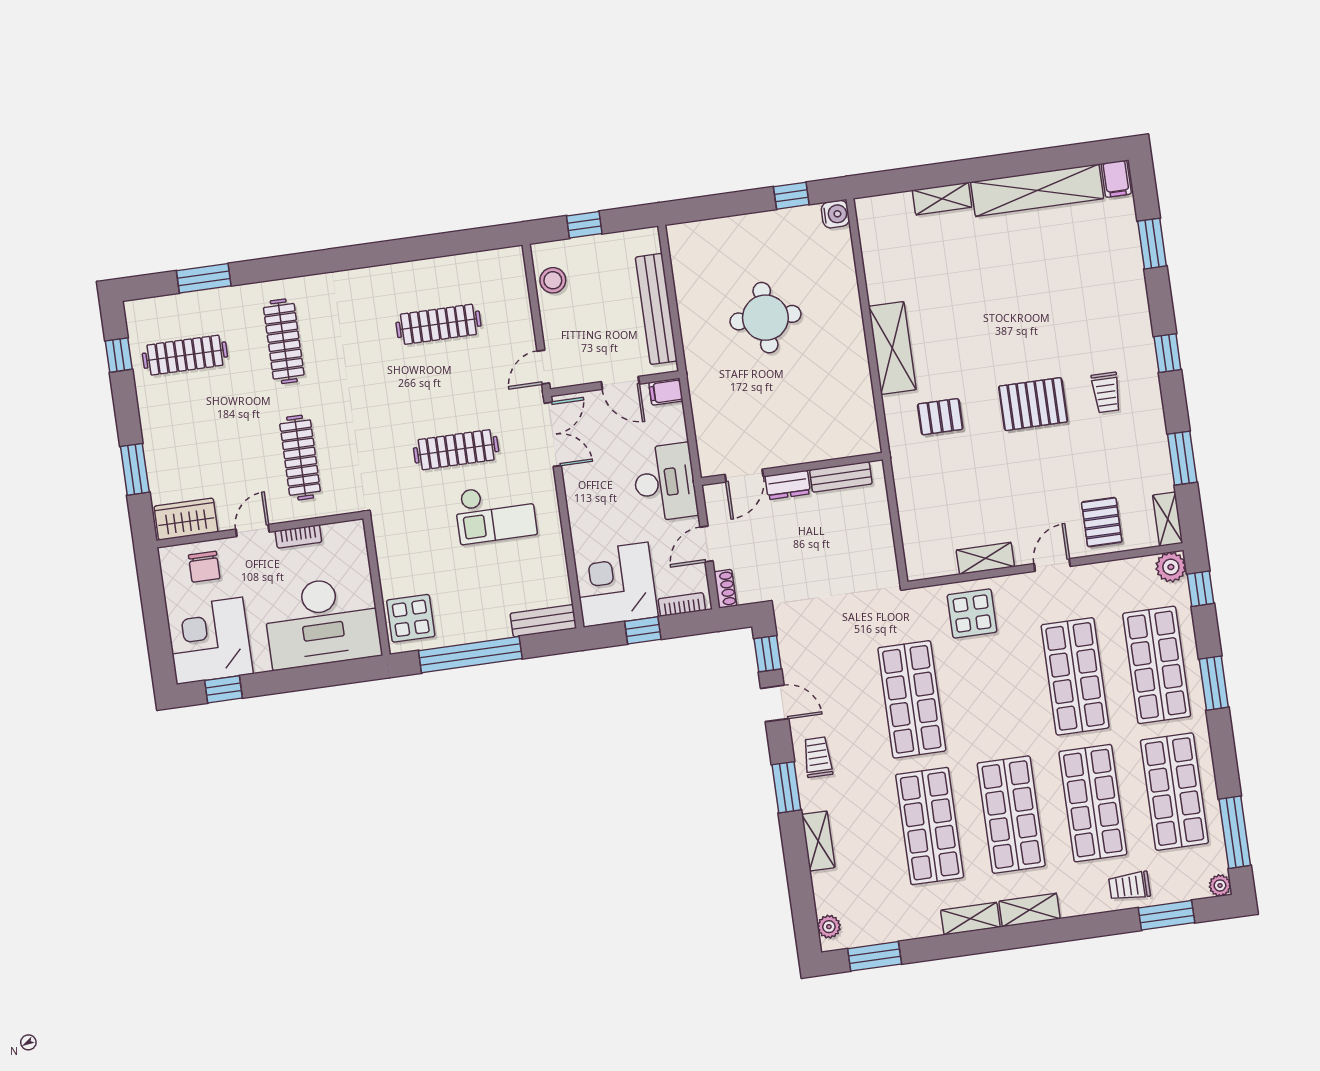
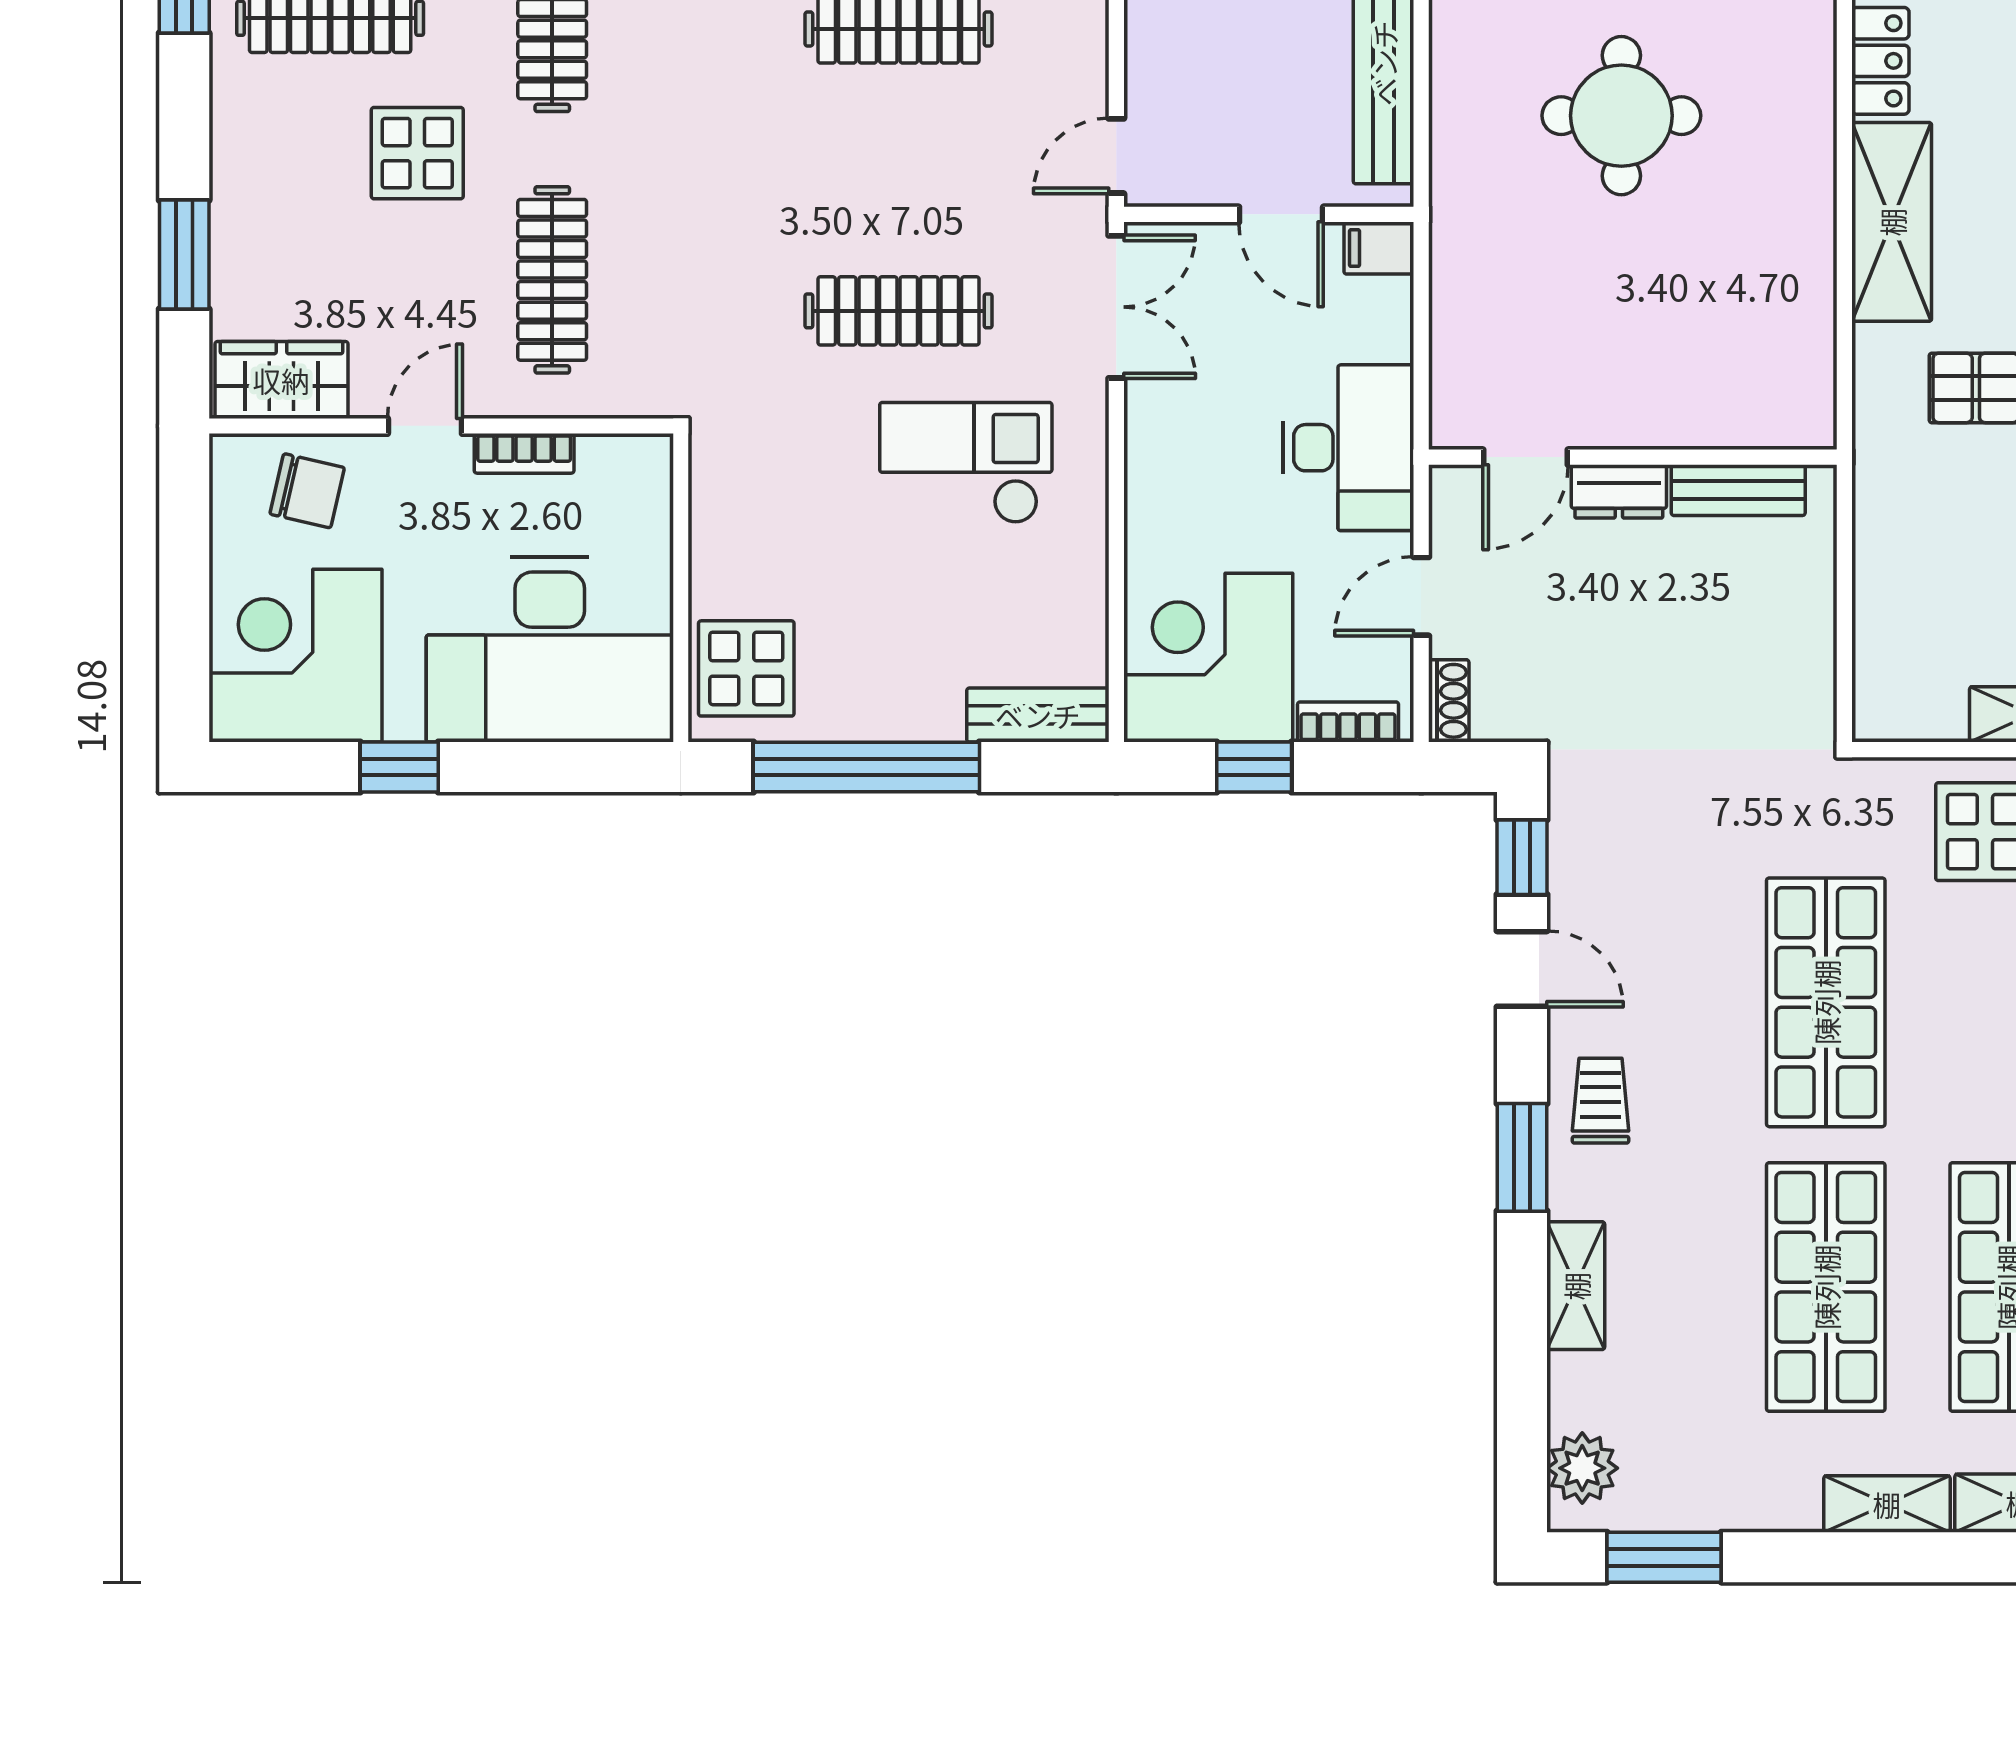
locker: (877, 277) -> (1880, 61), added
display table: (232, 410) -> (417, 153), added
checkout: (496, 513) -> (966, 463), turned 180
chair: (204, 567) -> (307, 491), turned -77
window: (224, 689) -> (399, 767), moved
plant: (829, 927) -> (1582, 1468), width x1.38, depth x1.38

